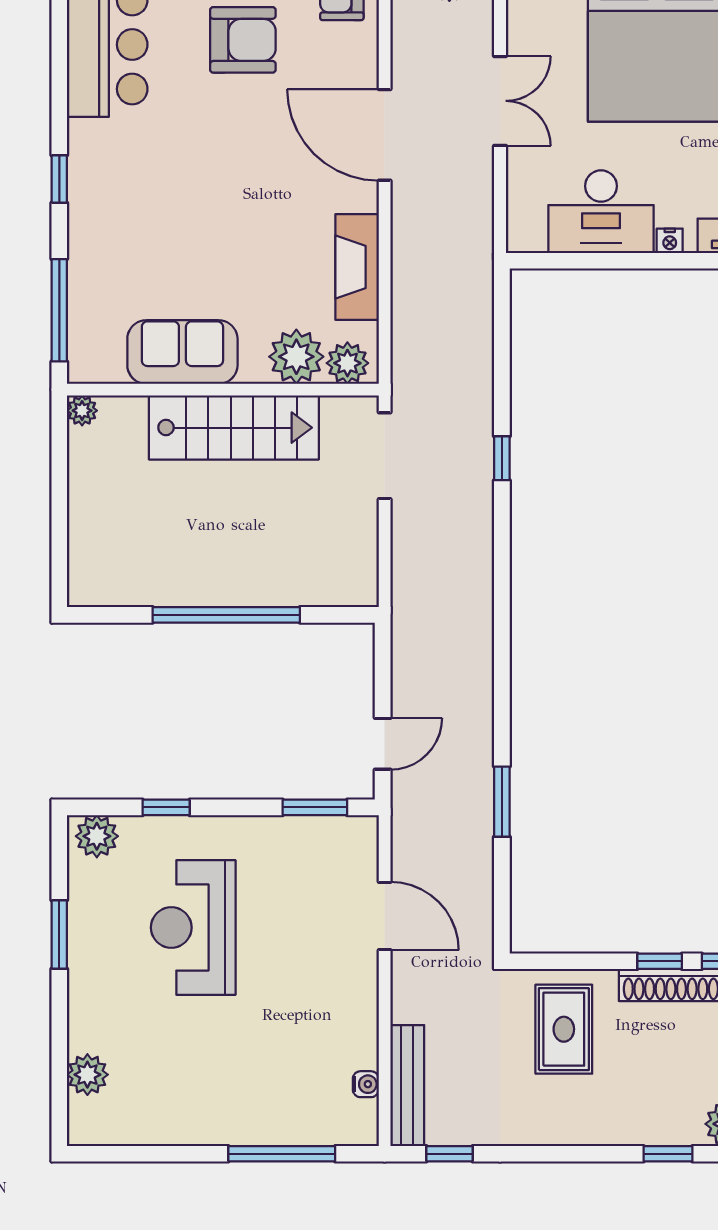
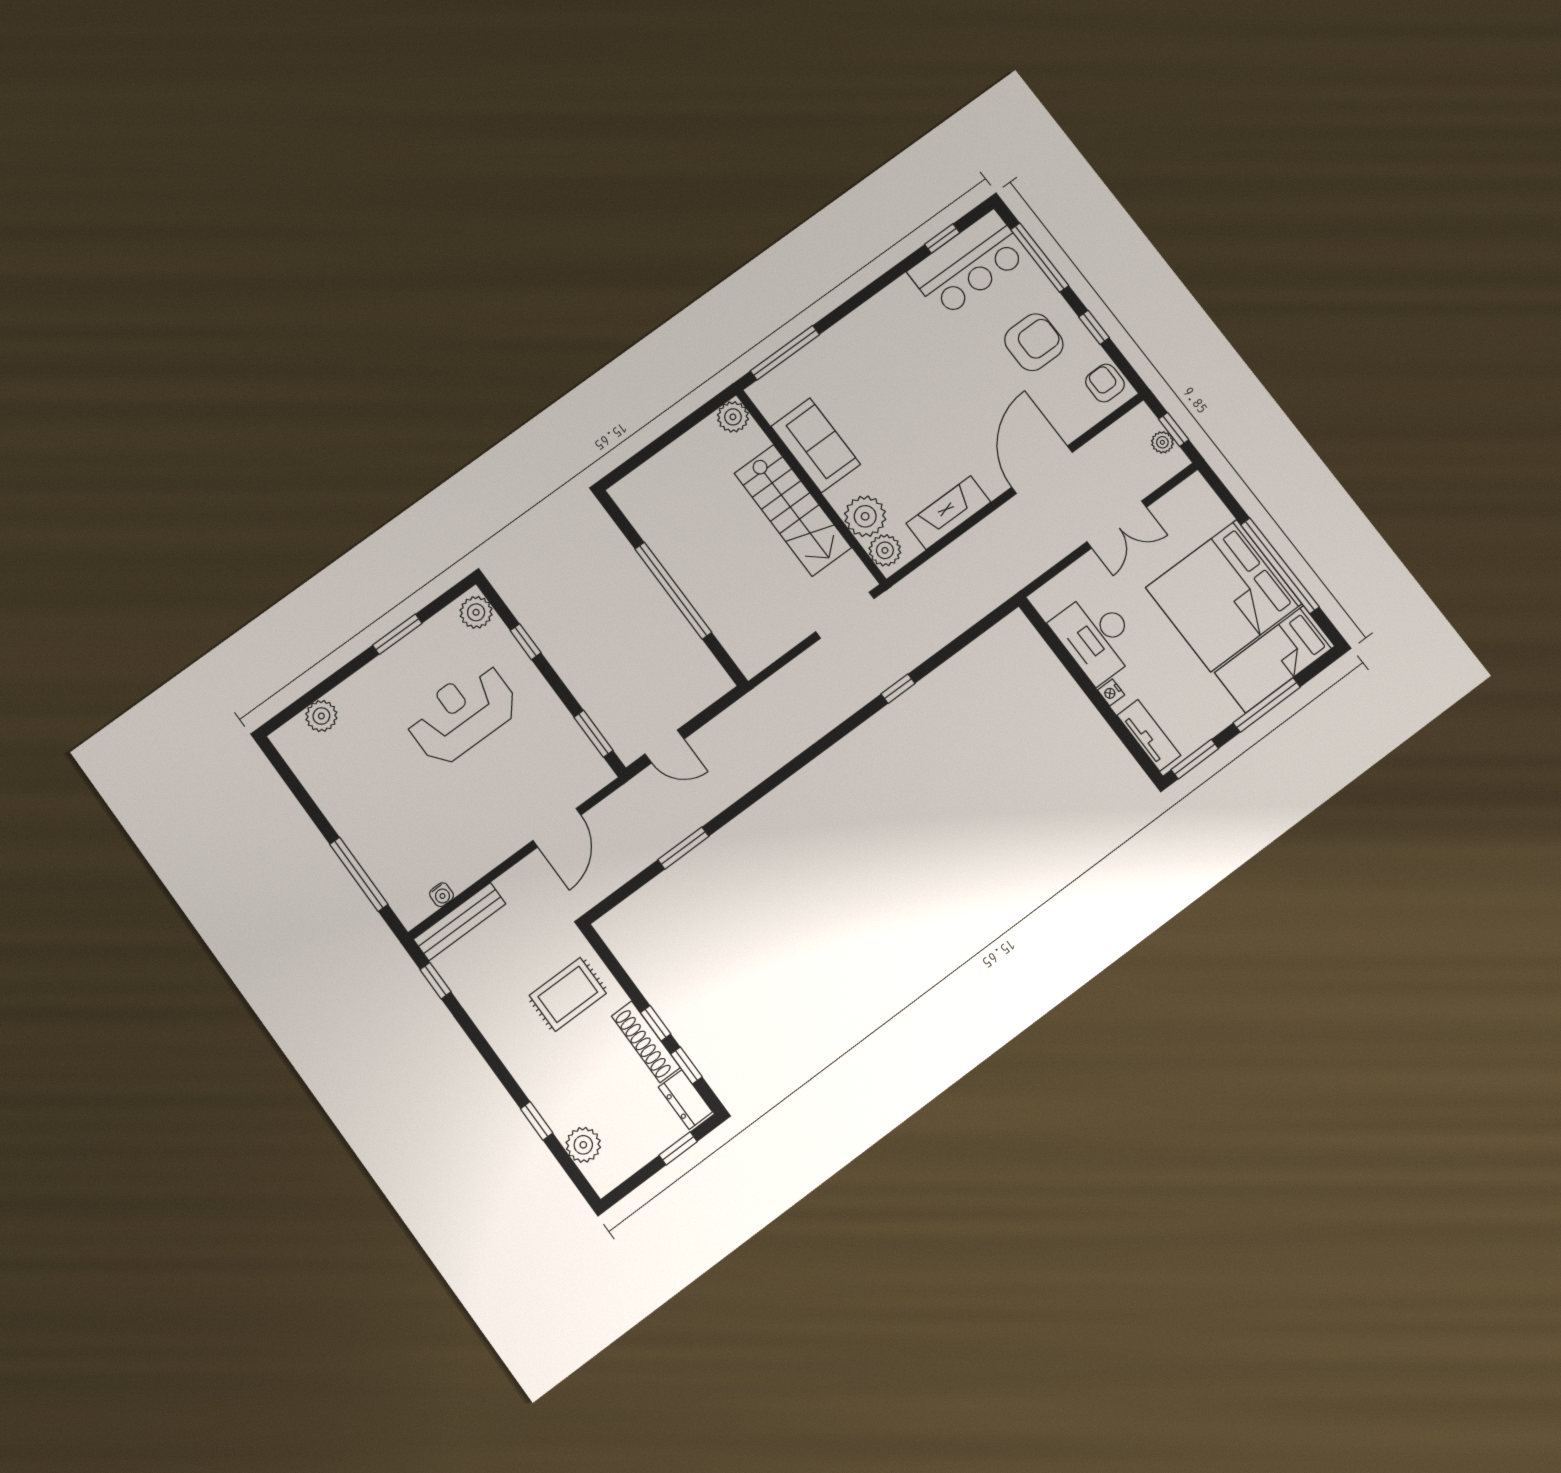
armchair: (243, 40) -> (1034, 342), turned -90
window: (59, 179) -> (942, 238), moved
plant: (82, 411) -> (733, 417), width x1.38, depth x1.38

